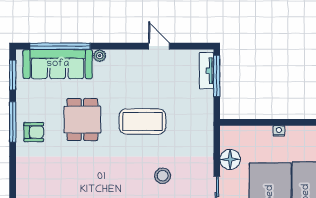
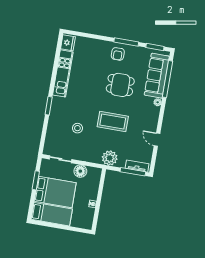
door: (159, 46) -> (157, 140), swing flipped
plant: (201, 116) -> (110, 158), added
coffee table: (142, 122) -> (113, 121), turned 90

